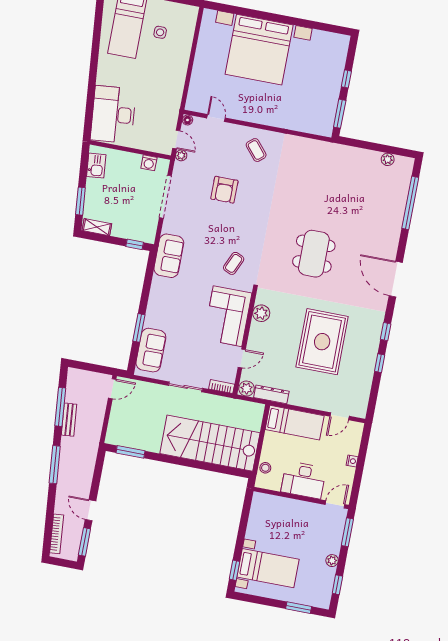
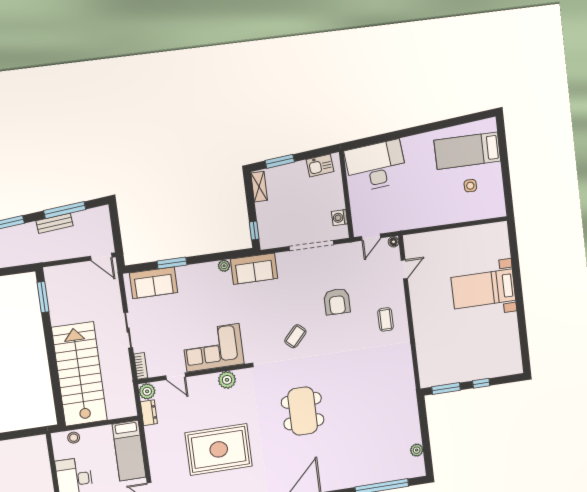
bed with nightstands: (259, 50) -> (483, 289), width x0.54
coffee table: (256, 150) -> (386, 319), turned -50
plant: (181, 155) -> (224, 266), moved
armchair: (224, 190) -> (337, 302), turned -90
dining table: (314, 254) -> (303, 411), turned 90
coffee table: (234, 263) -> (295, 336), moved, turned -71
dresser: (271, 394) -> (149, 413), width x0.70

